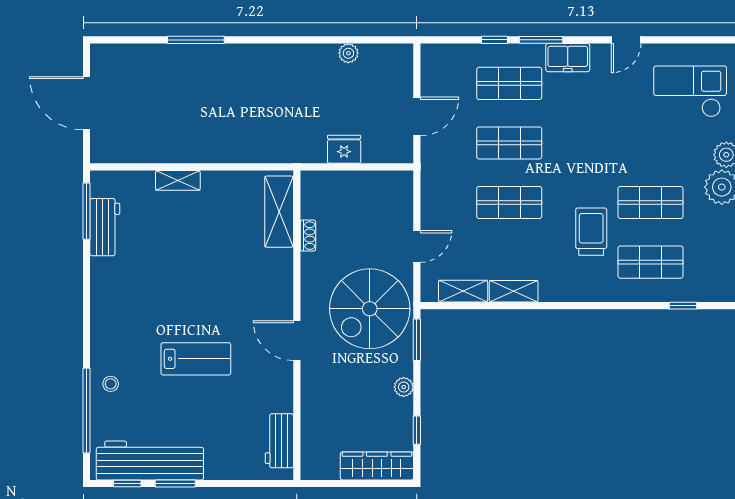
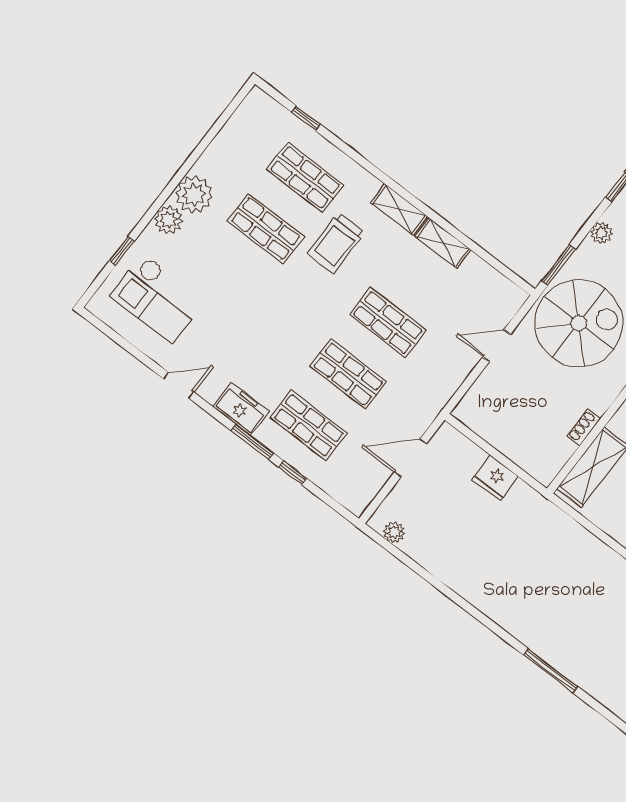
plant: (348, 53) -> (394, 532), moved
shelving: (463, 291) -> (399, 209), moved

